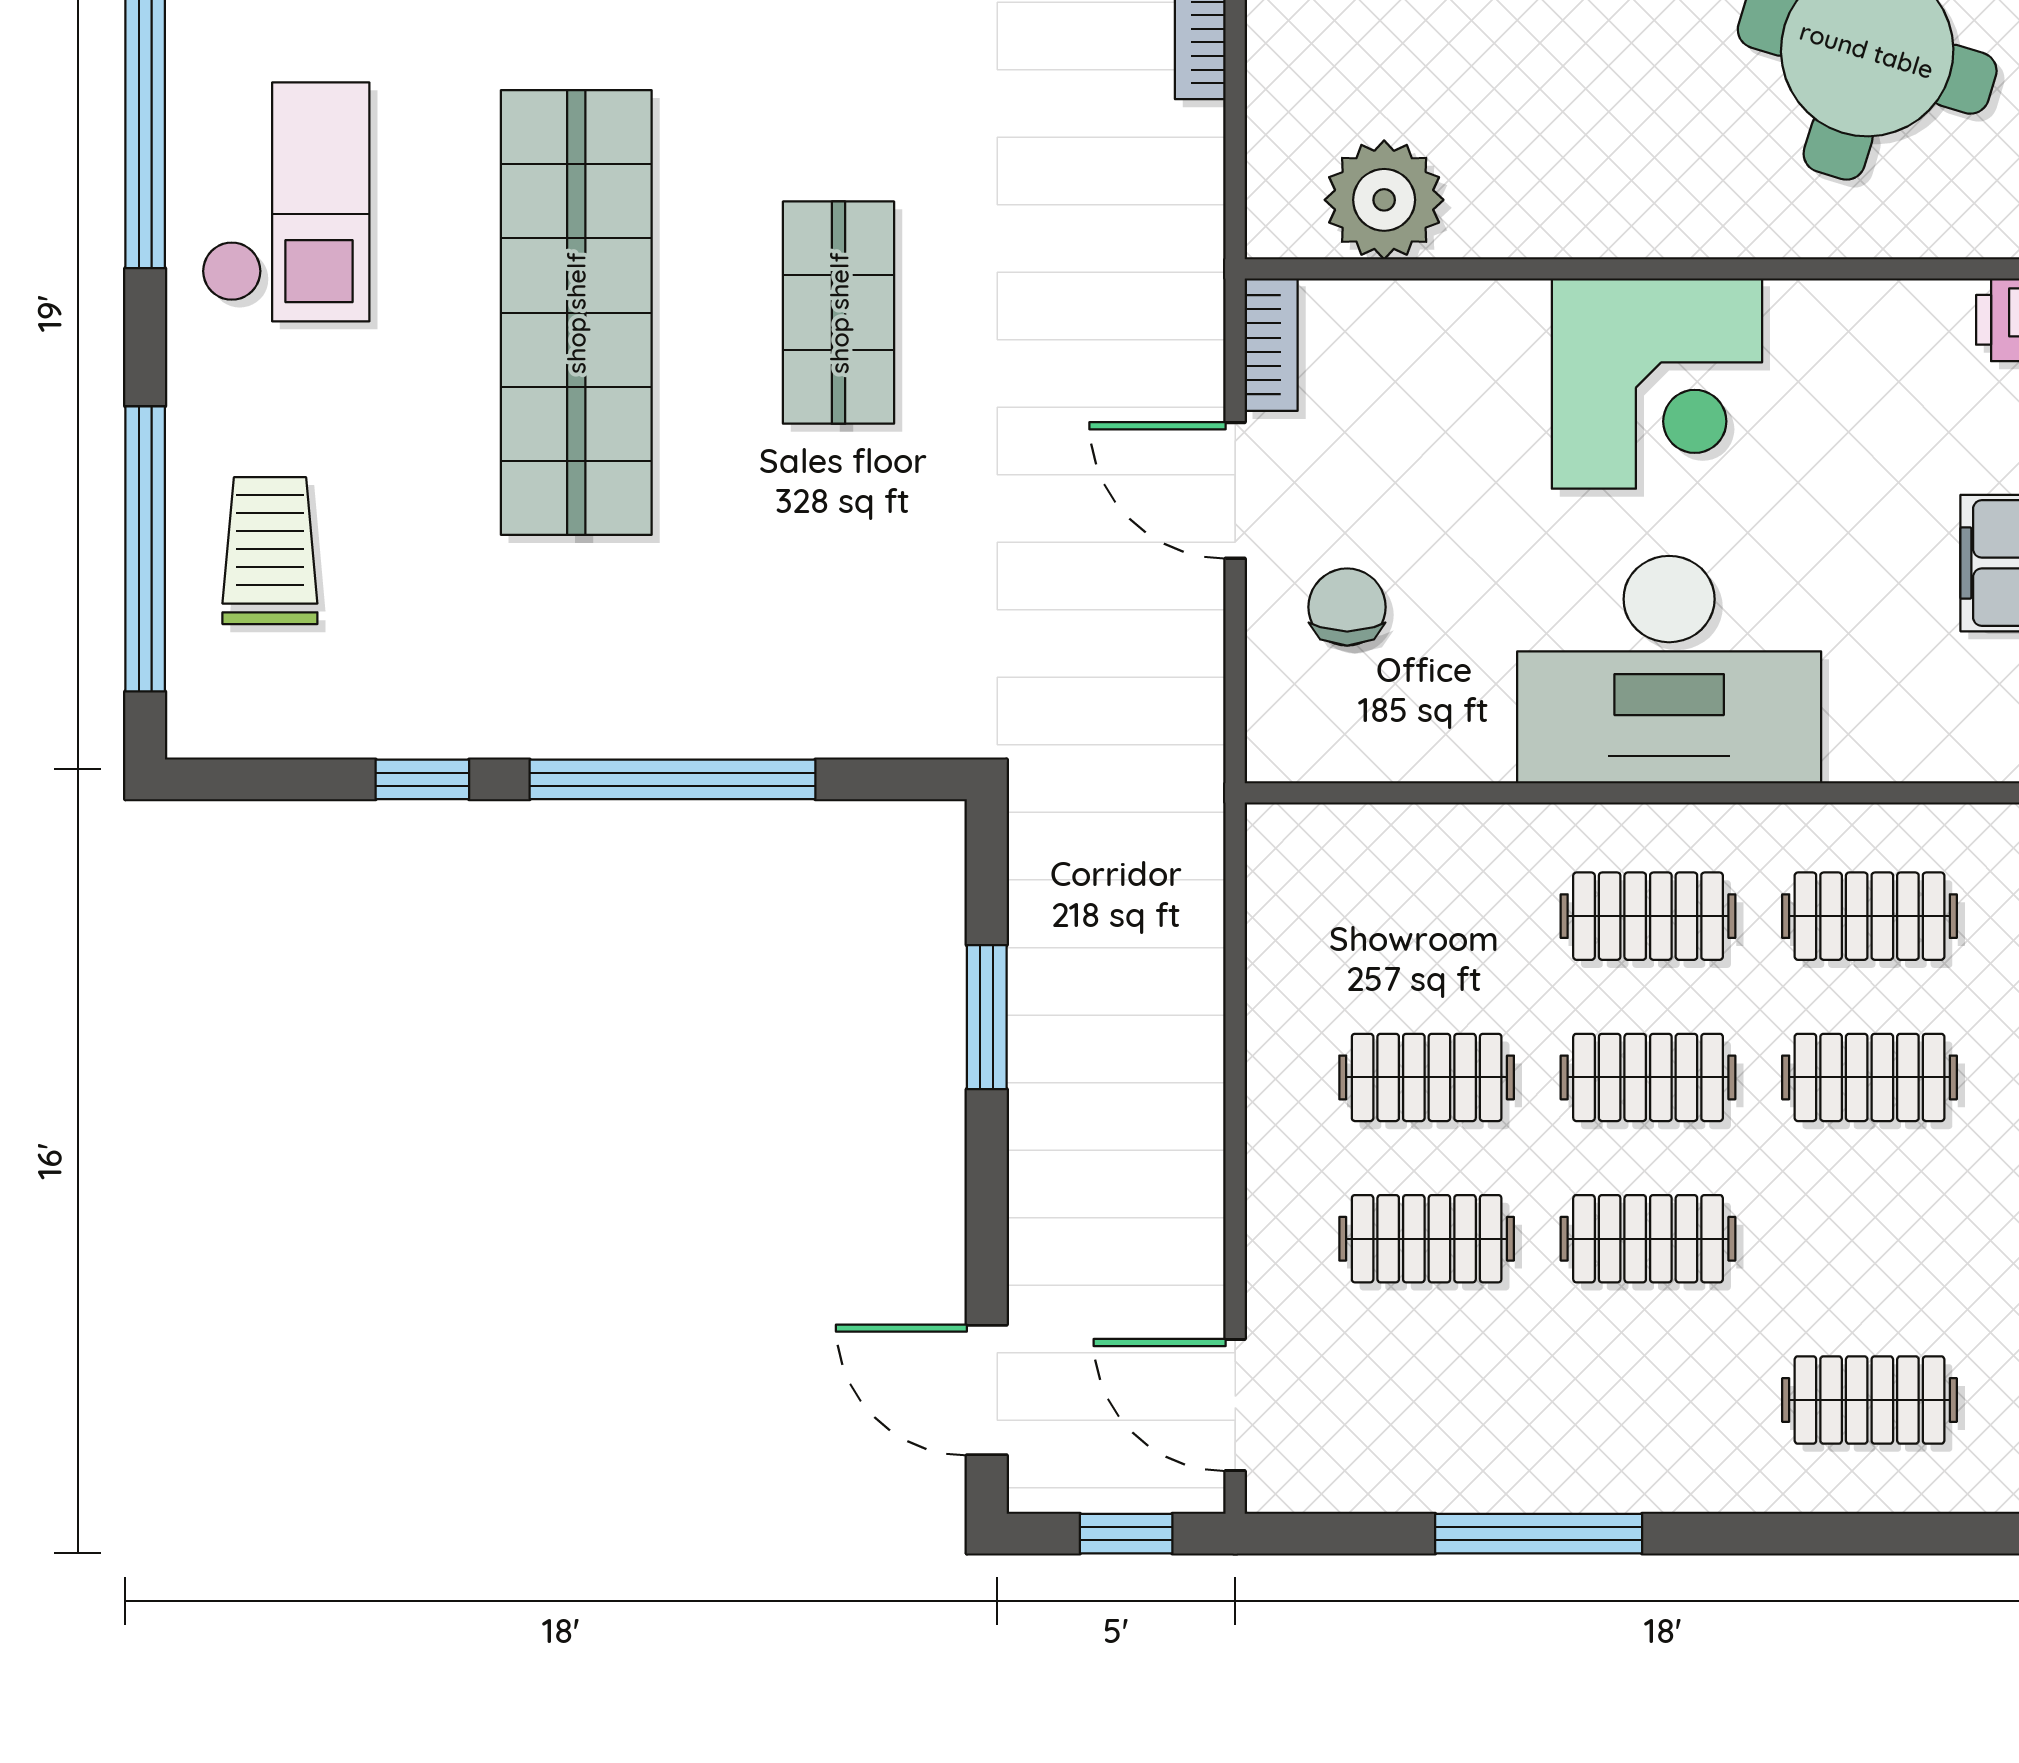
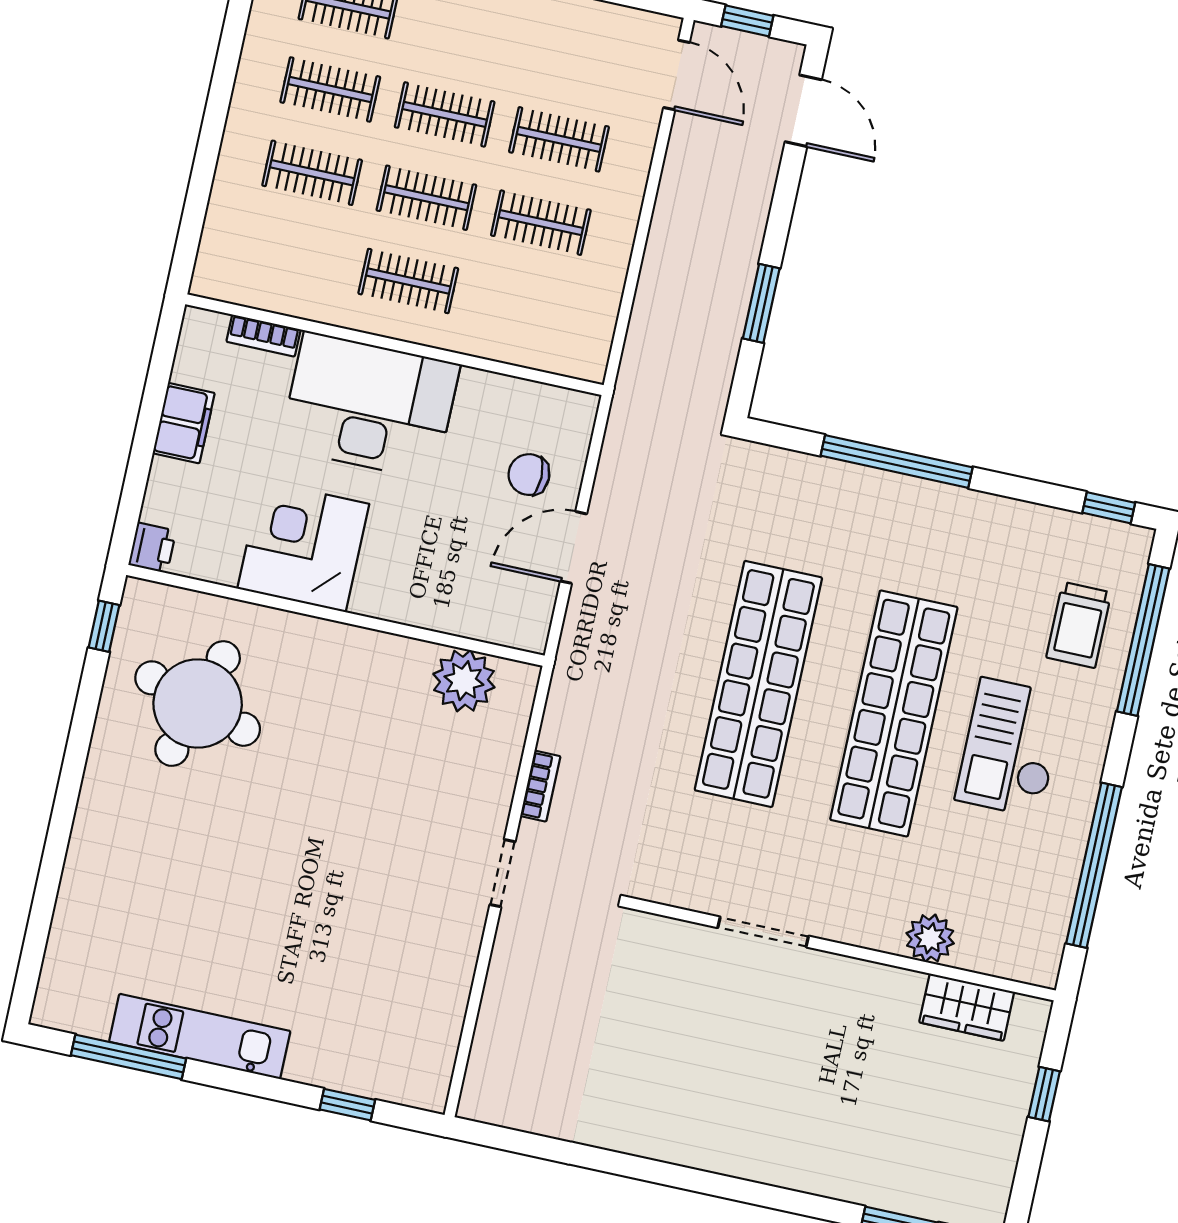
checkout: (285, 202) -> (1011, 748), moved
shop shelf: (839, 313) -> (758, 684), width x2.00, depth x1.36
bookcase: (1271, 345) -> (264, 336), moved, turned -90
corner desk: (1657, 384) -> (303, 546), moved
door: (1235, 490) -> (574, 547), swing flipped
chair: (1347, 607) -> (529, 475), turned 90
window: (422, 779) -> (1109, 508), moved
clothes rail: (1869, 916) -> (330, 89), moved

